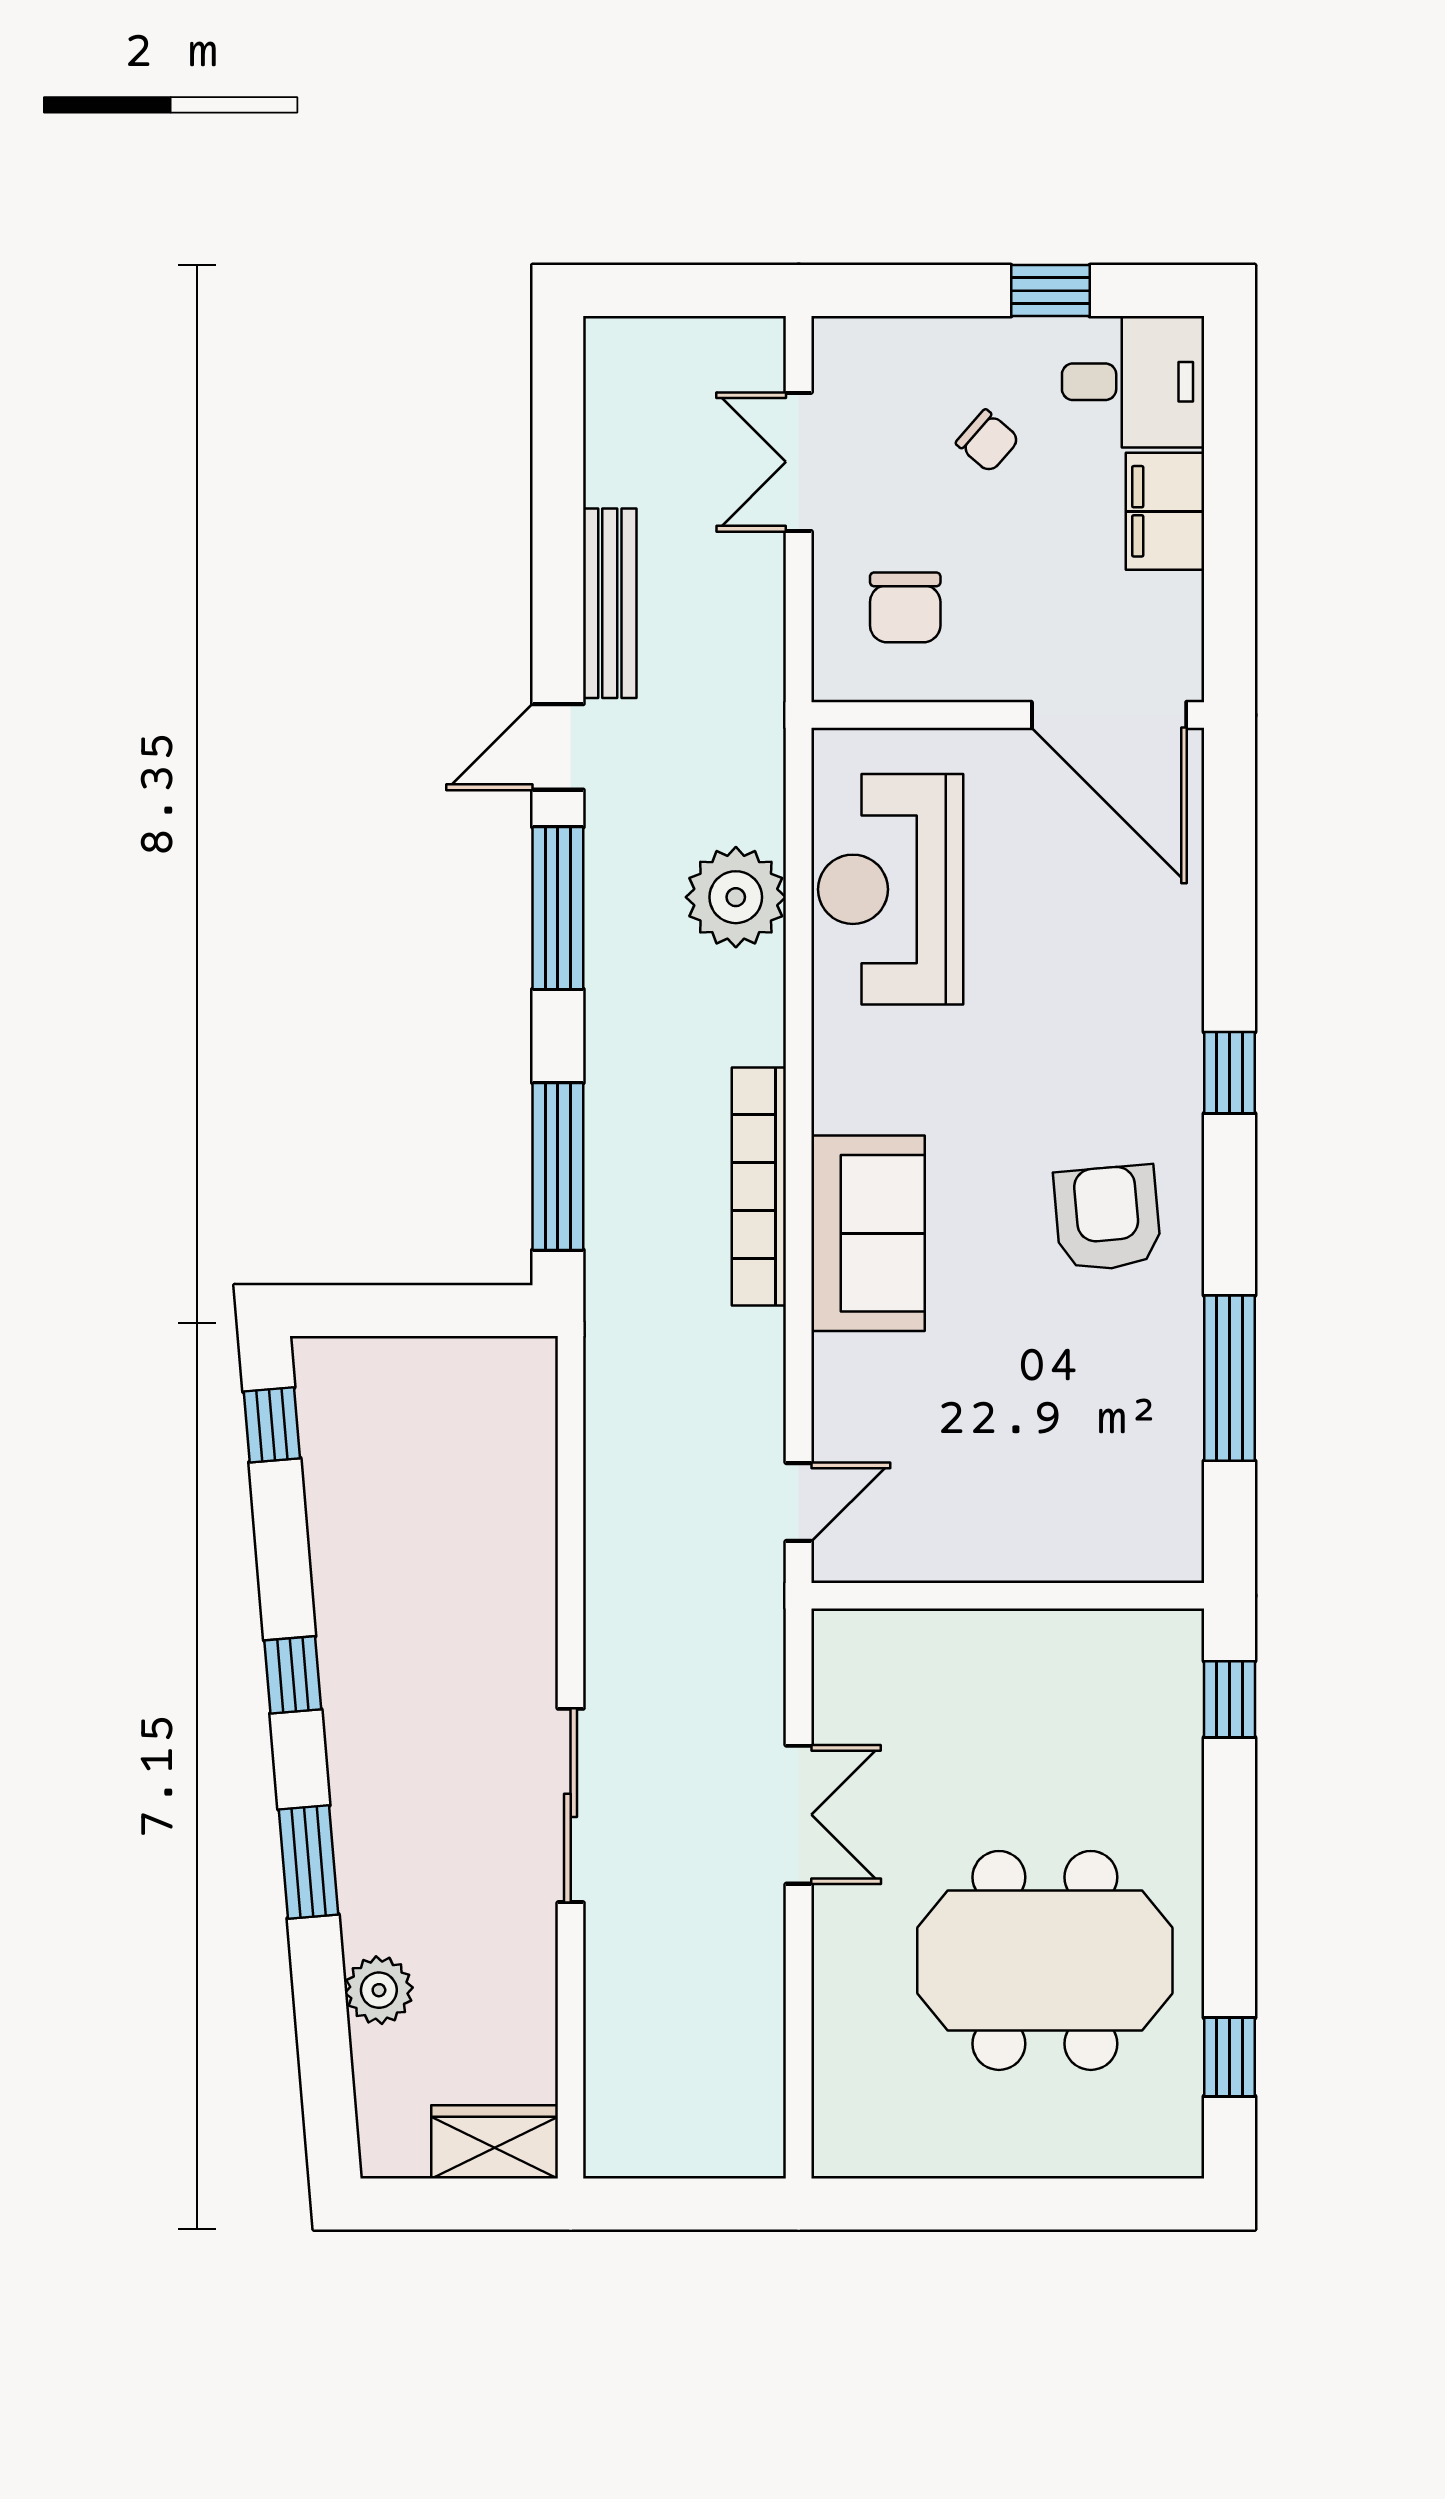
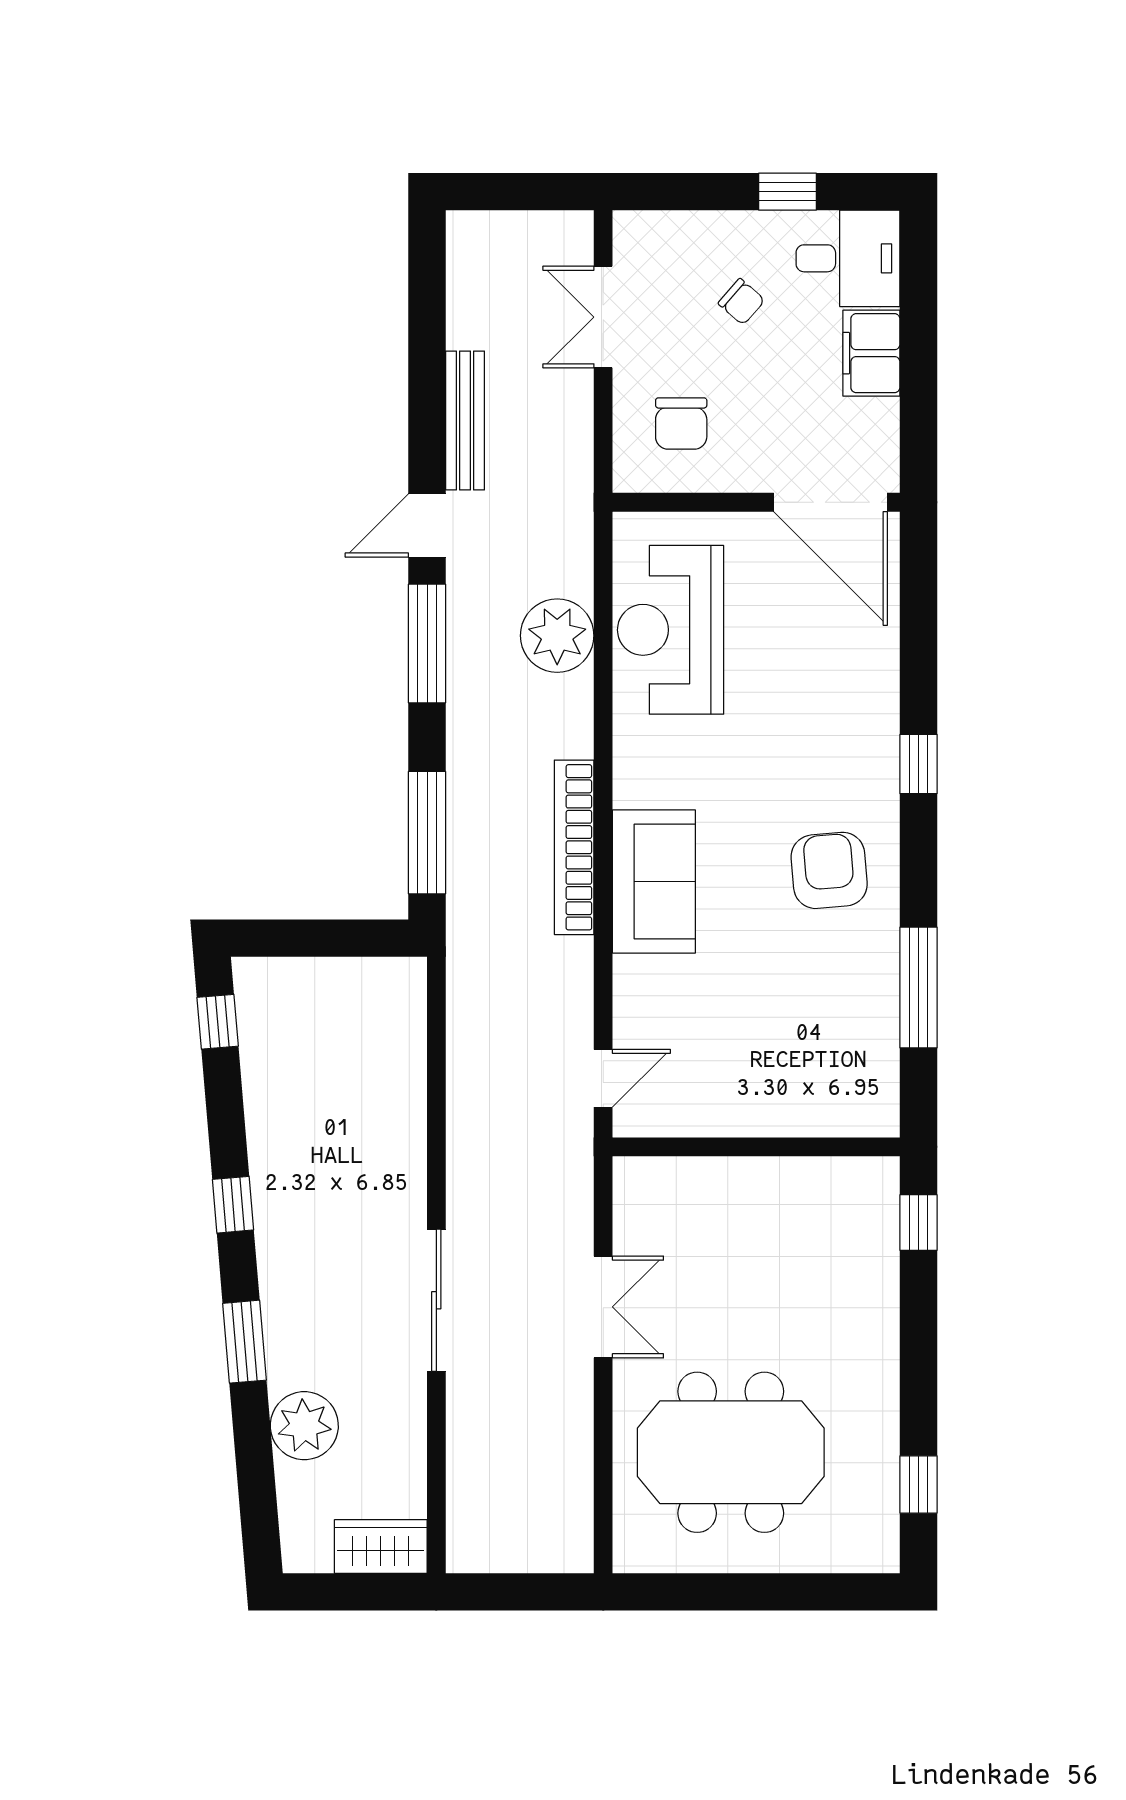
meeting table: (1045, 1960) -> (731, 1452), moved
plant: (379, 1990) -> (304, 1426), width x1.36, depth x1.36

